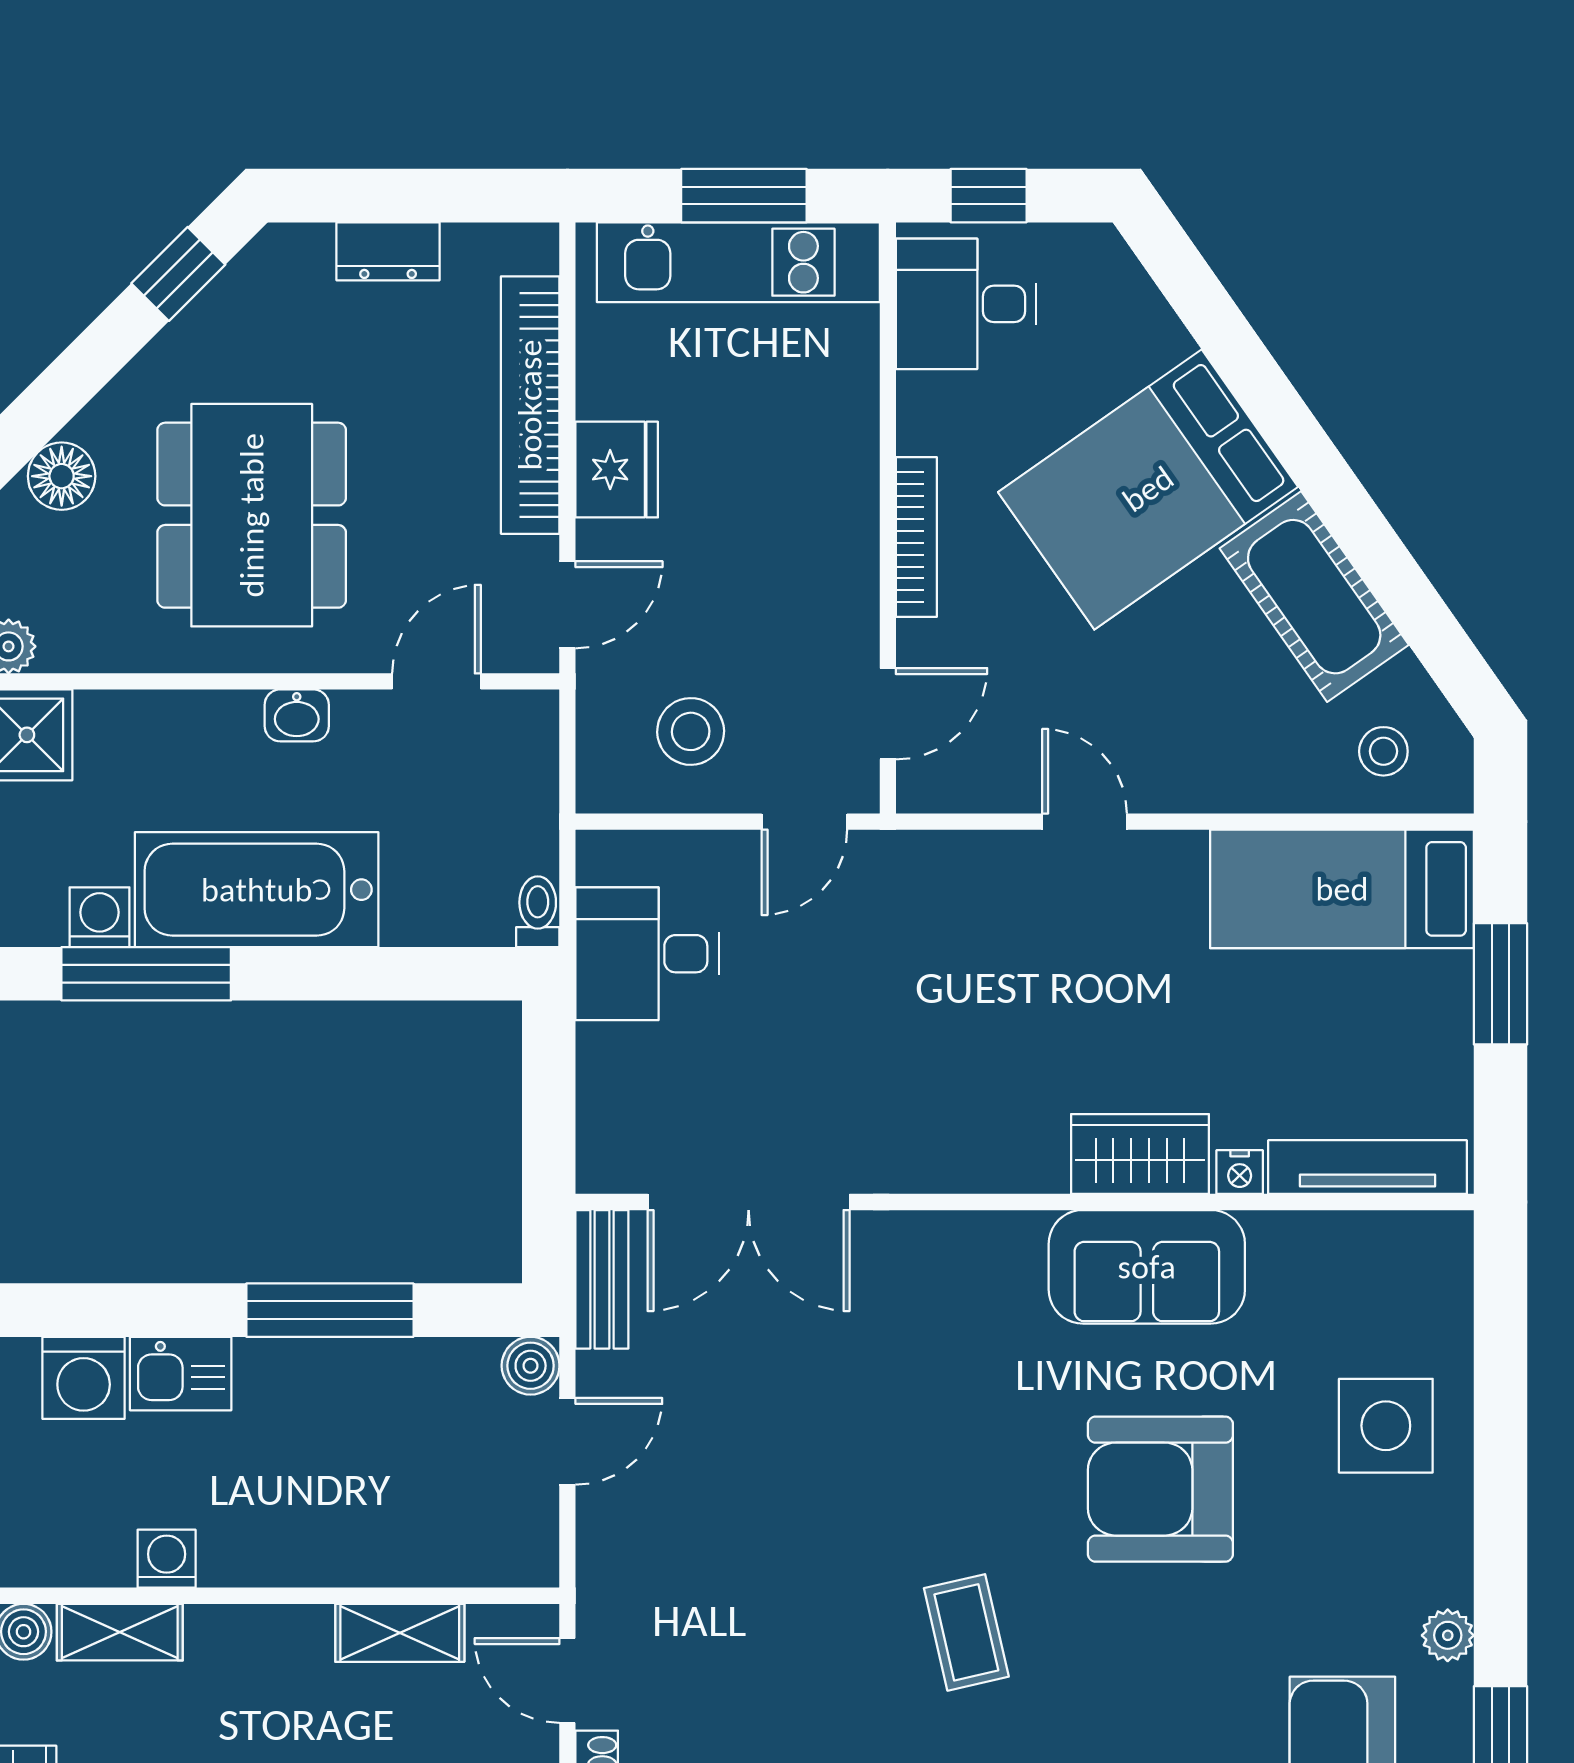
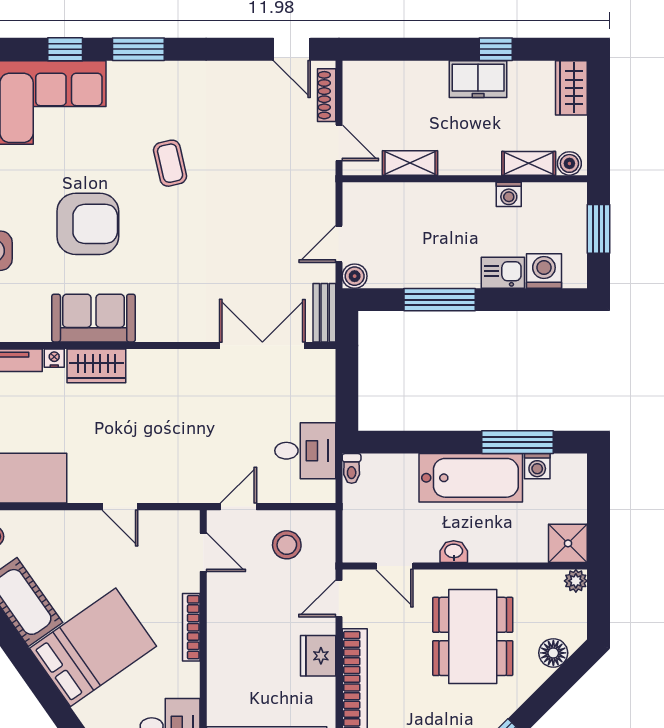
door: (436, 681) -> (394, 566), hinge flipped
door: (888, 714) -> (203, 552), swing flipped

